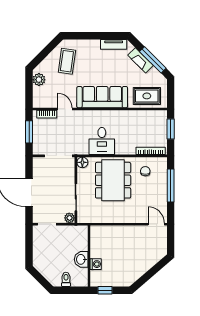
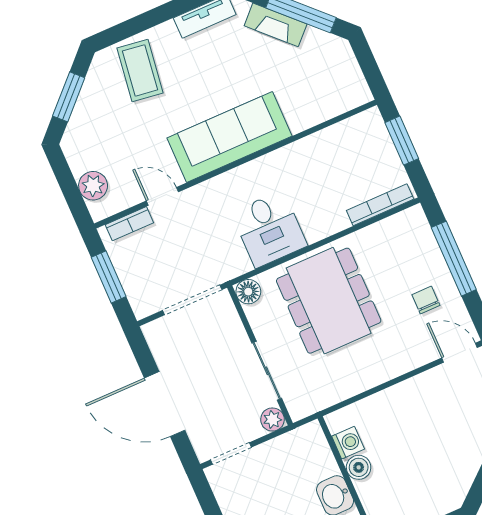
window: (45, 53) -> (69, 97), added
coffee table: (67, 61) -> (140, 70), moved
plant: (39, 80) -> (93, 186), moved
rug: (147, 96) -> (322, 93), removed
chair: (145, 171) -> (426, 300), moved
boiler: (96, 252) -> (359, 467), added
washing machine: (96, 264) -> (348, 443), moved

